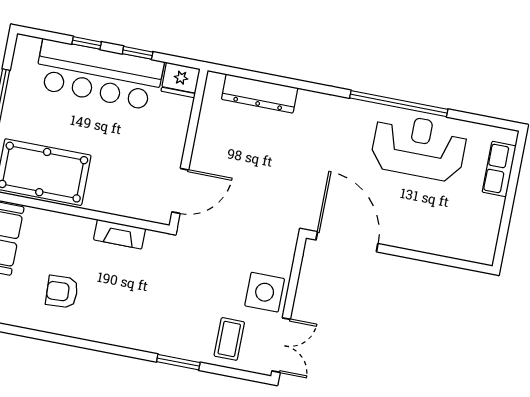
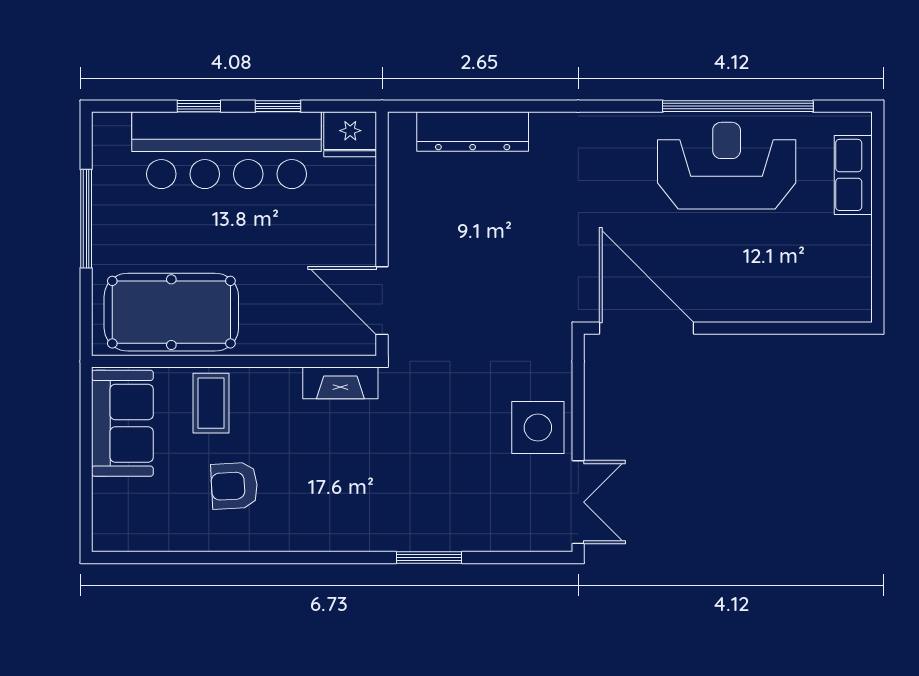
window: (399, 104) -> (738, 106), moved
door: (180, 191) -> (382, 301), swing flipped
fireplace: (120, 234) -> (340, 383), moved
coffee table: (229, 339) -> (211, 403), moved

